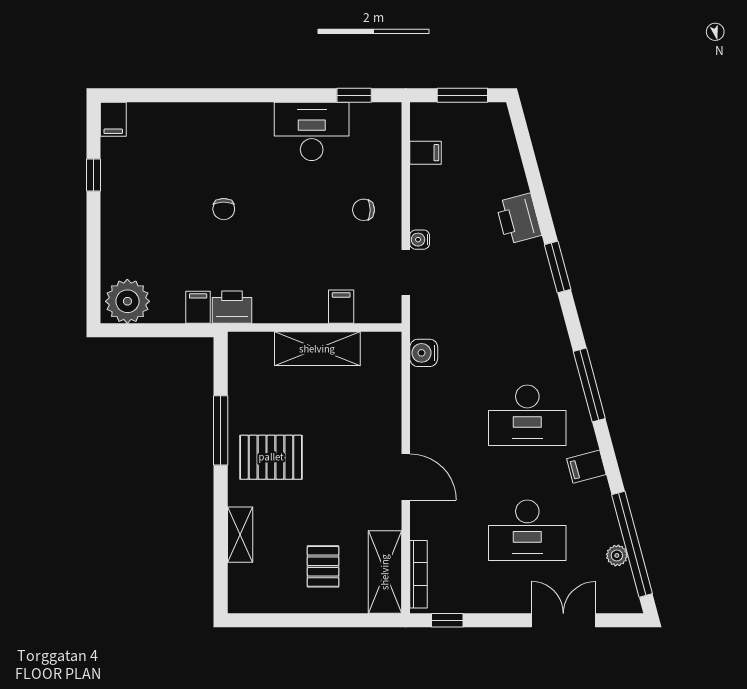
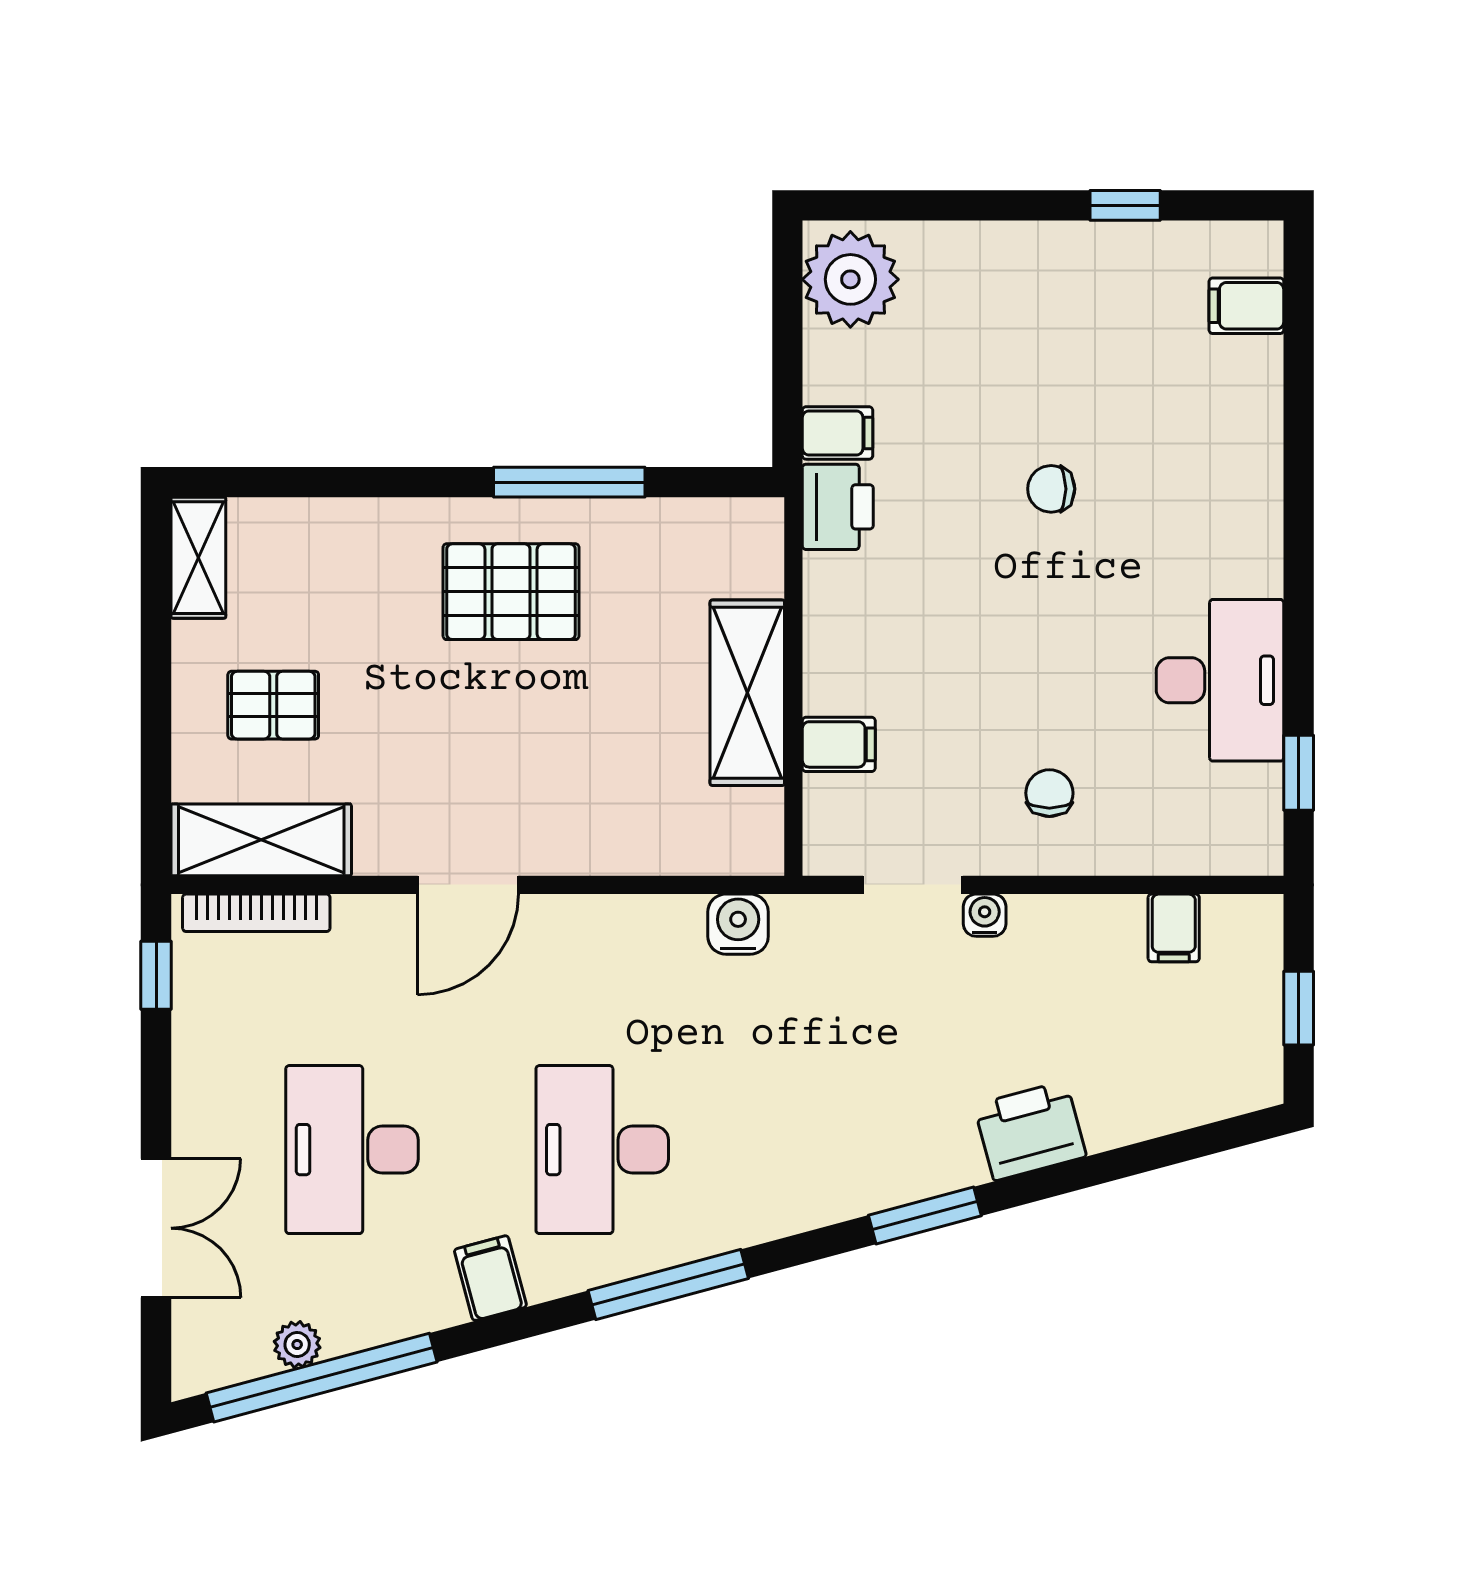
window: (462, 95) -> (1299, 1008), width x0.67
filing cabinet: (113, 119) -> (1246, 306), moved
pallet: (271, 457) -> (511, 592), turned 90
shelving: (240, 535) -> (198, 558), moved, turned 90

